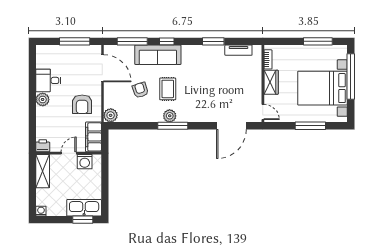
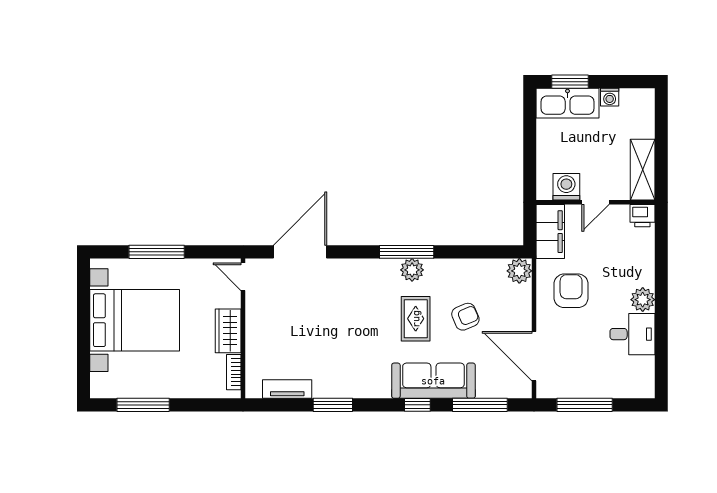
window: (351, 77) -> (84, 341), removed
armchair: (140, 90) -> (465, 317), turned -95
washing machine: (41, 211) -> (610, 97), moved

